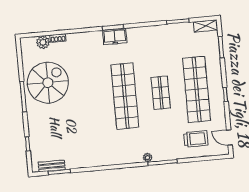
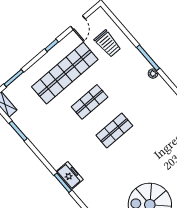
shop shelf: (125, 96) -> (114, 131), width x0.50, depth x0.74
door: (229, 138) -> (78, 23), moved
trolley: (196, 139) -> (108, 44), turned 180

